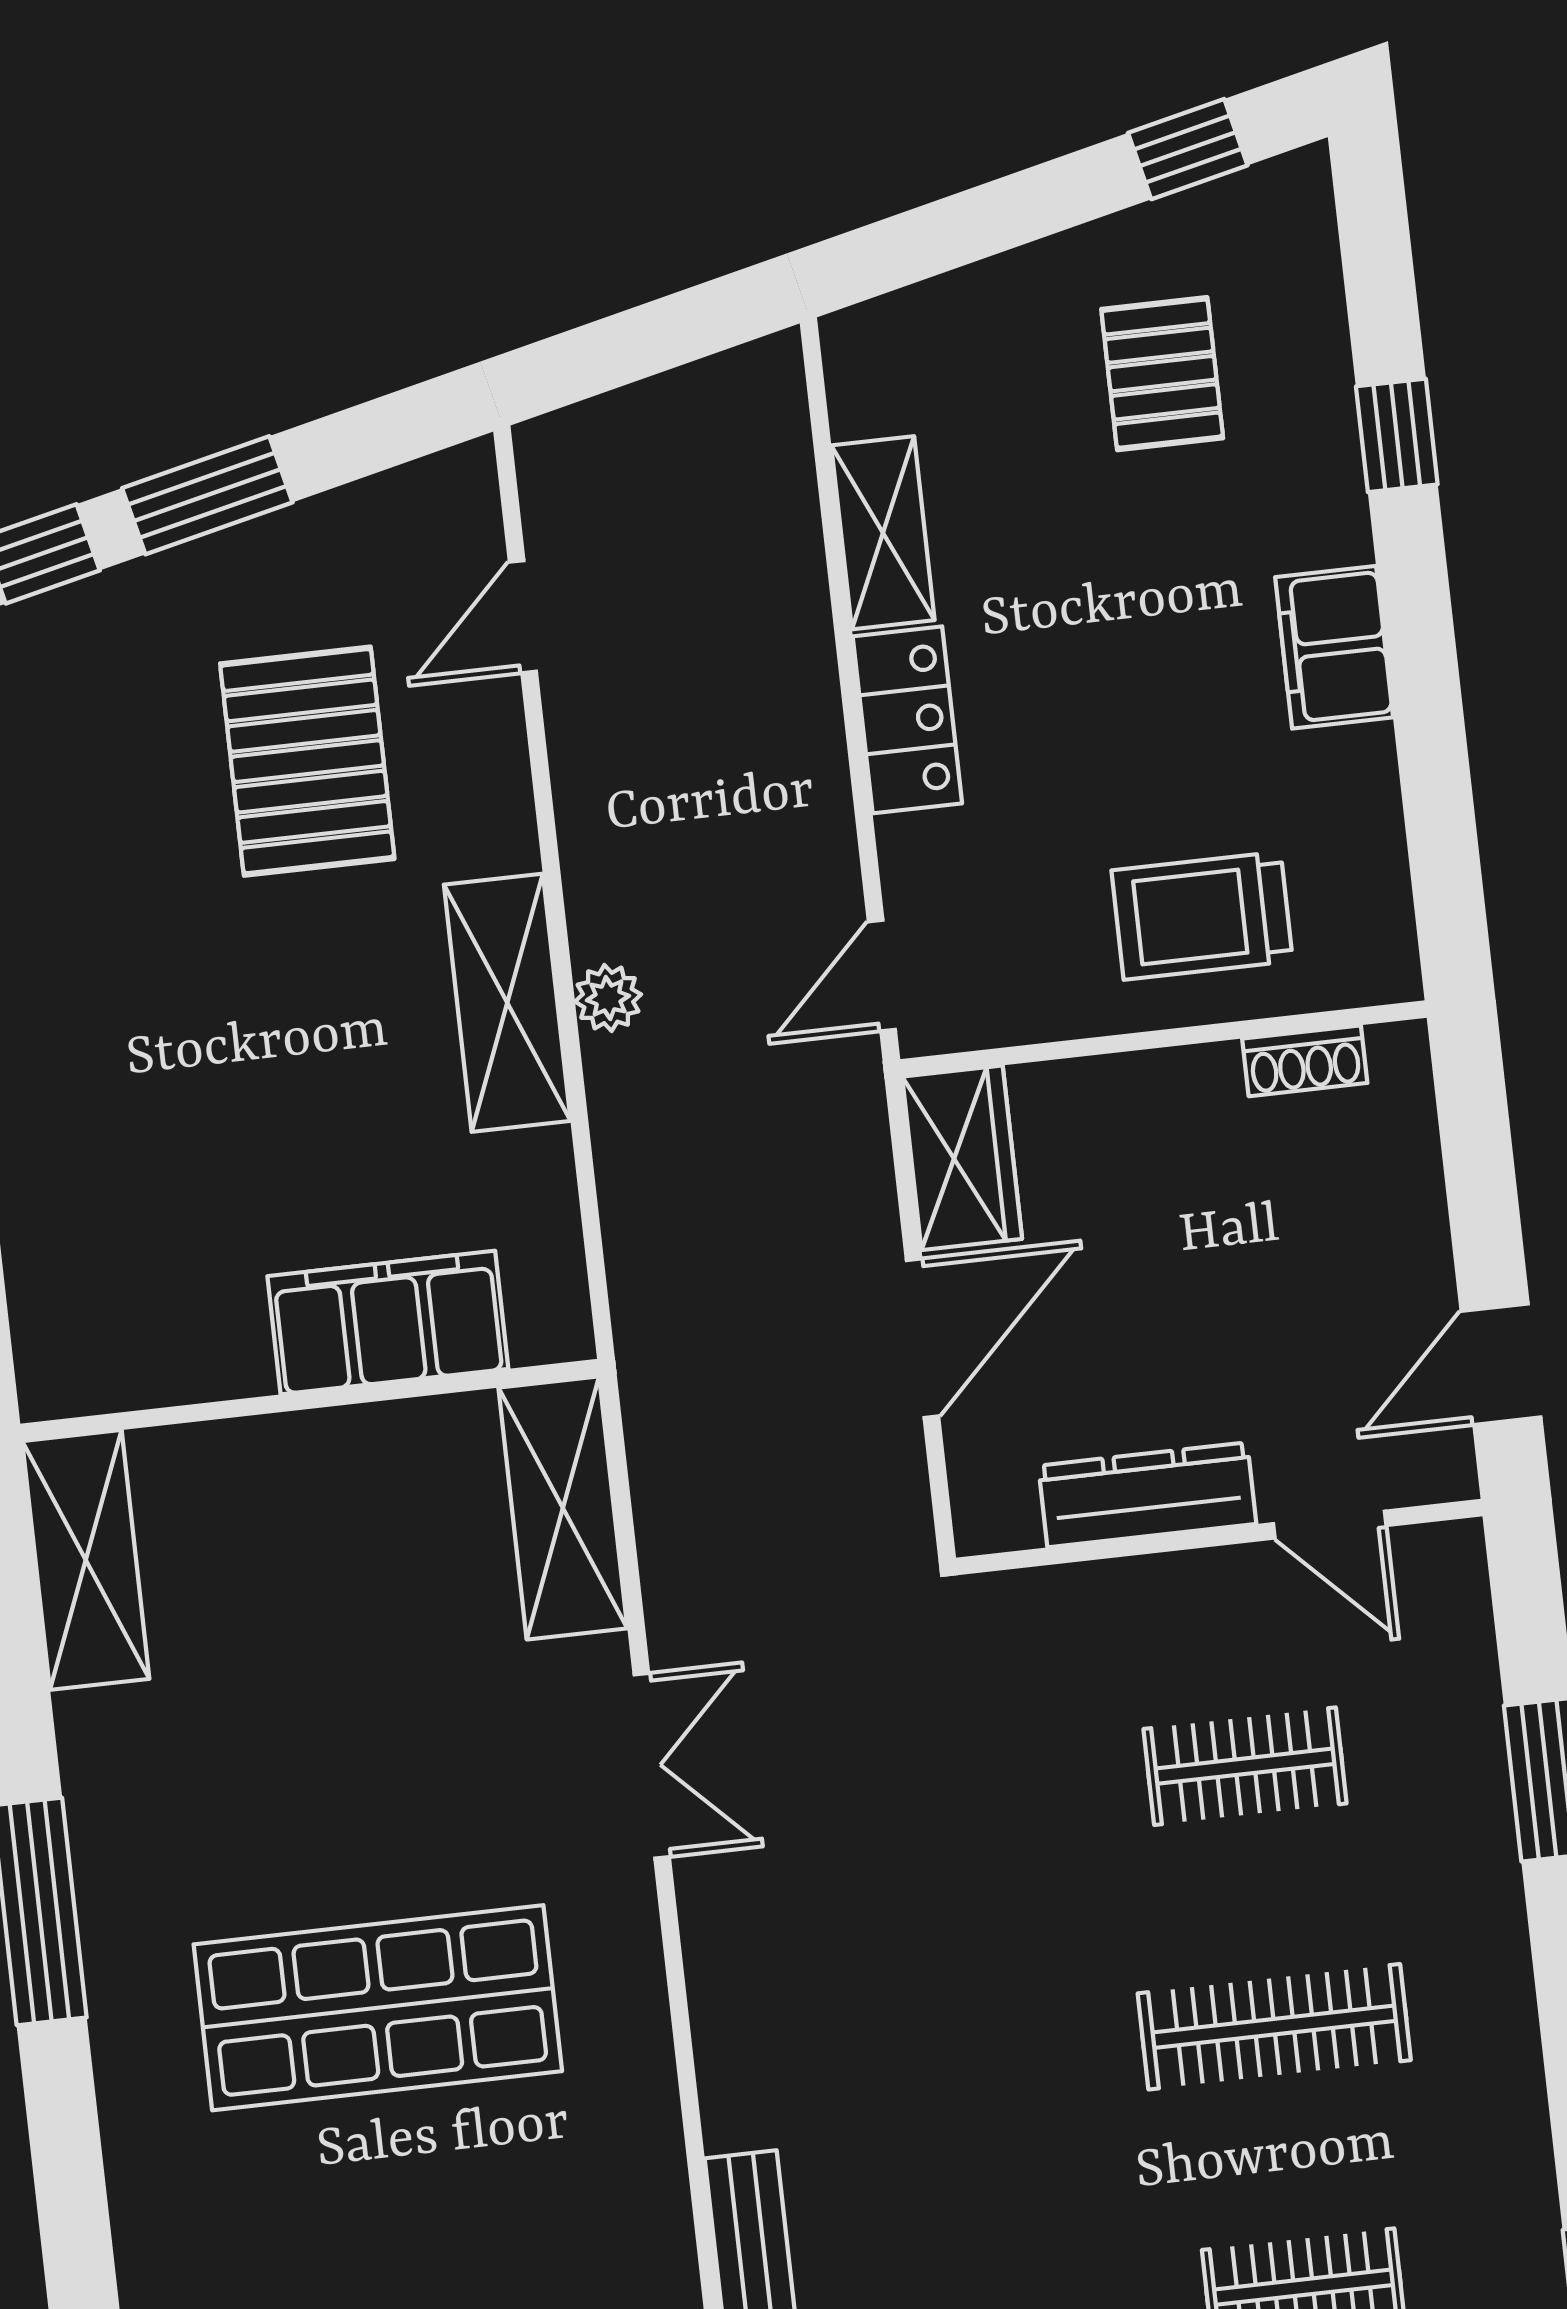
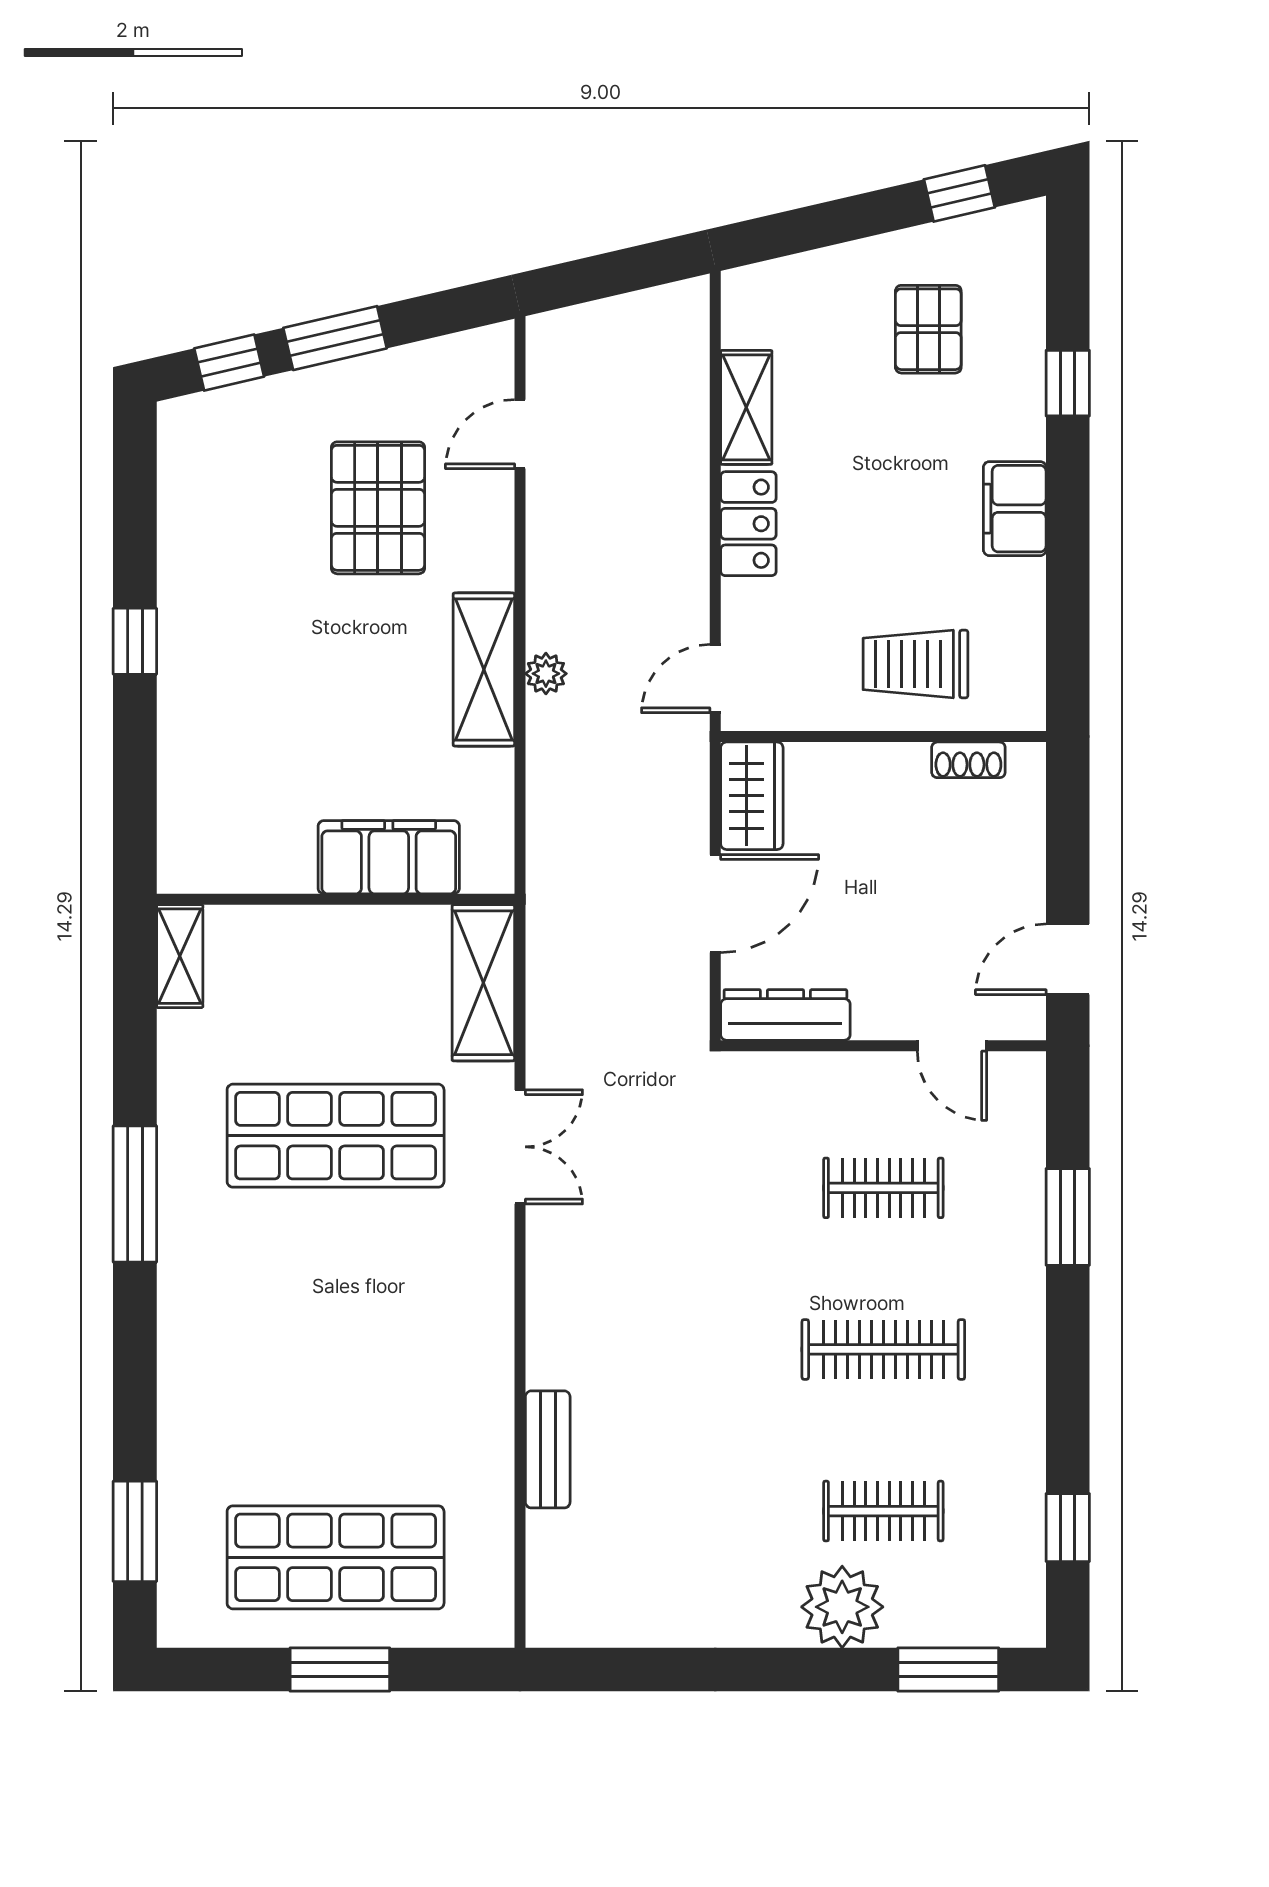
dresser: (1147, 1495) -> (785, 1015), moved
shelving: (86, 1560) -> (180, 956), width x0.67, depth x0.75
shop shelf: (378, 2008) -> (336, 1136), moved

